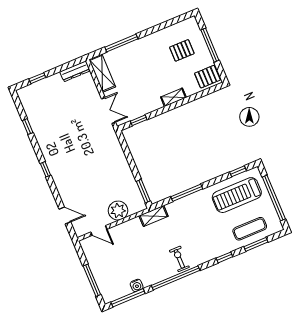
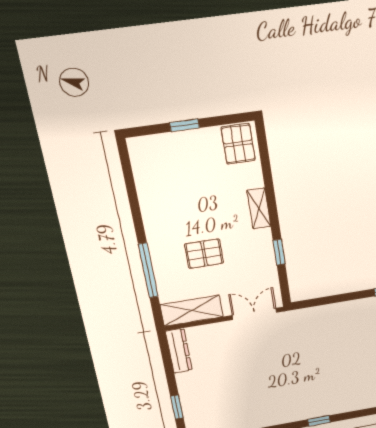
window: (210, 45) -> (185, 125), width x0.46
pallet: (182, 50) -> (204, 254), moved, turned 90
window: (139, 120) -> (279, 252), moved

